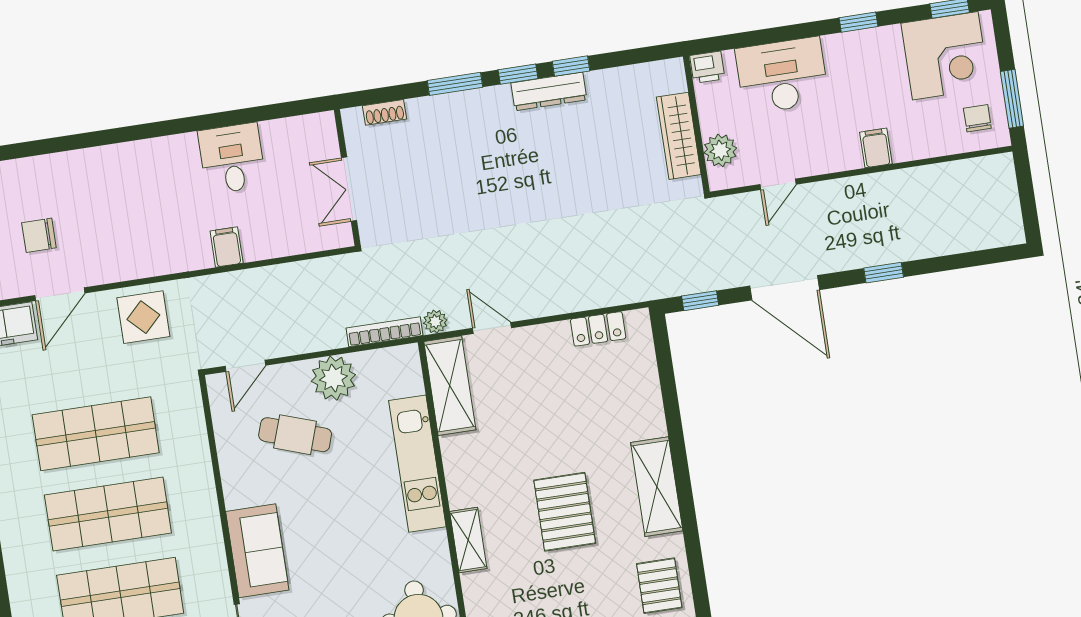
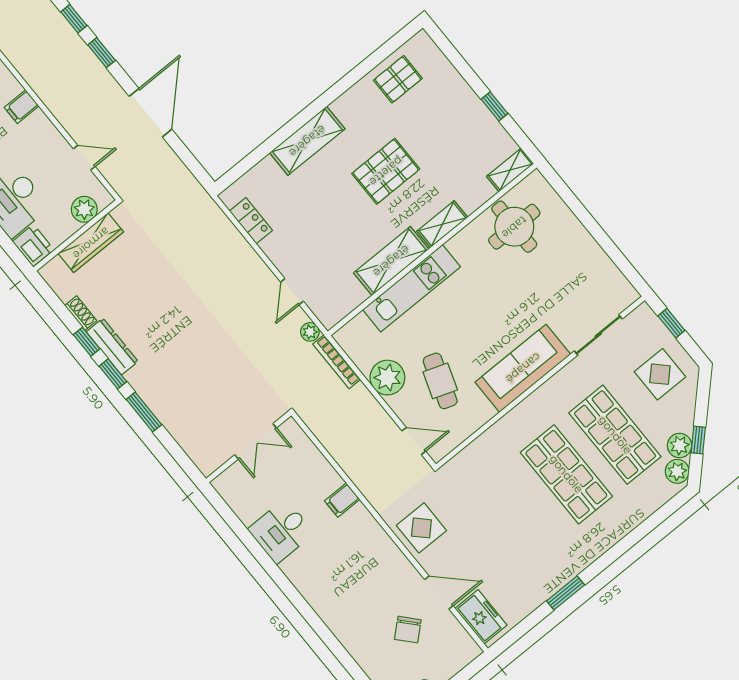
printer: (707, 67) -> (33, 245), width x1.36, depth x1.24
shoe rack: (384, 112) -> (81, 313), moved
chair: (39, 235) -> (408, 630), turned 48
window: (700, 301) -> (74, 19), moved
shelving: (450, 386) -> (391, 261), moved
shop shelf: (96, 434) -> (518, 514), removed
shelving: (657, 487) -> (307, 141), moved
sofa: (257, 551) -> (523, 368), width x1.36

